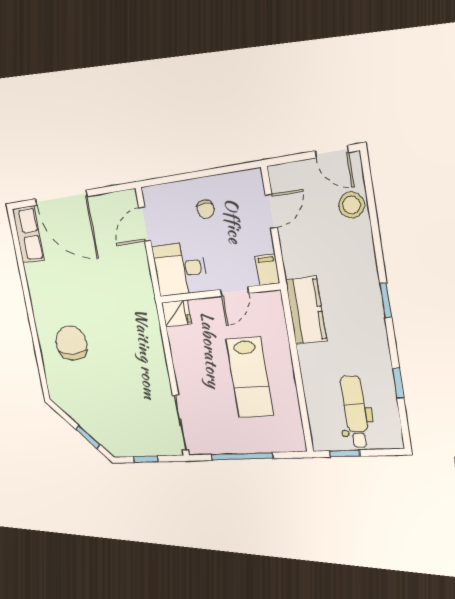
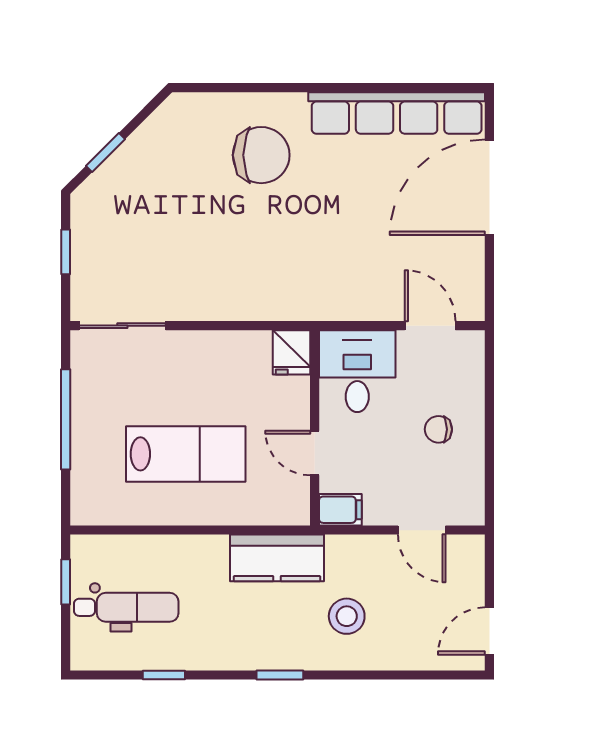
stool: (351, 205) -> (347, 616), moved
row of seats: (28, 234) -> (397, 113), width x2.02
lab bench: (250, 378) -> (186, 454), turned 180

